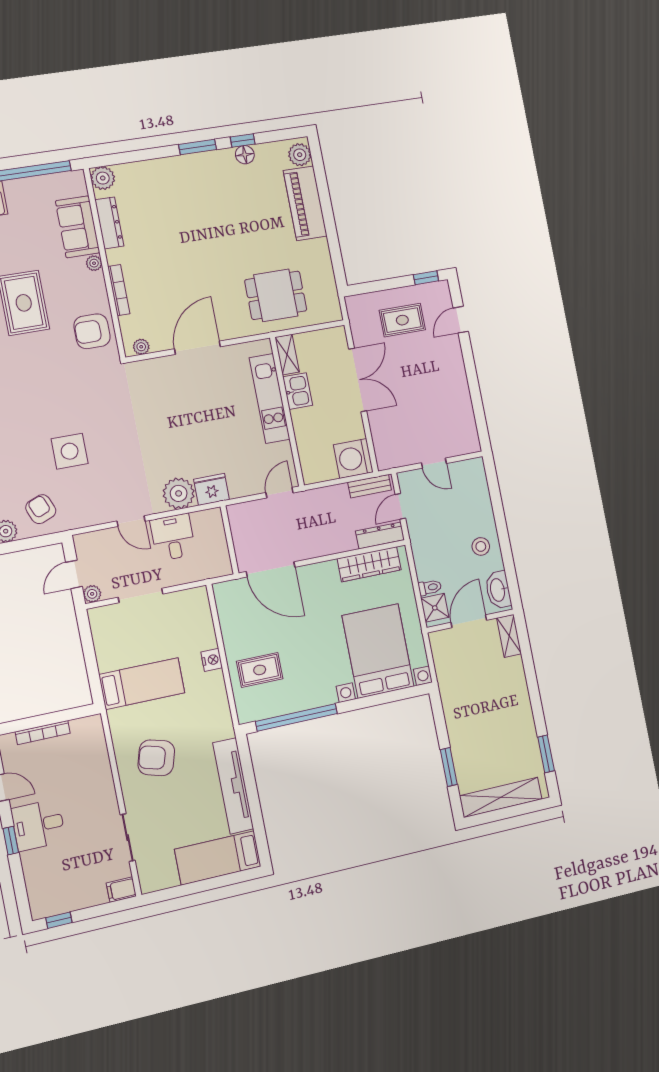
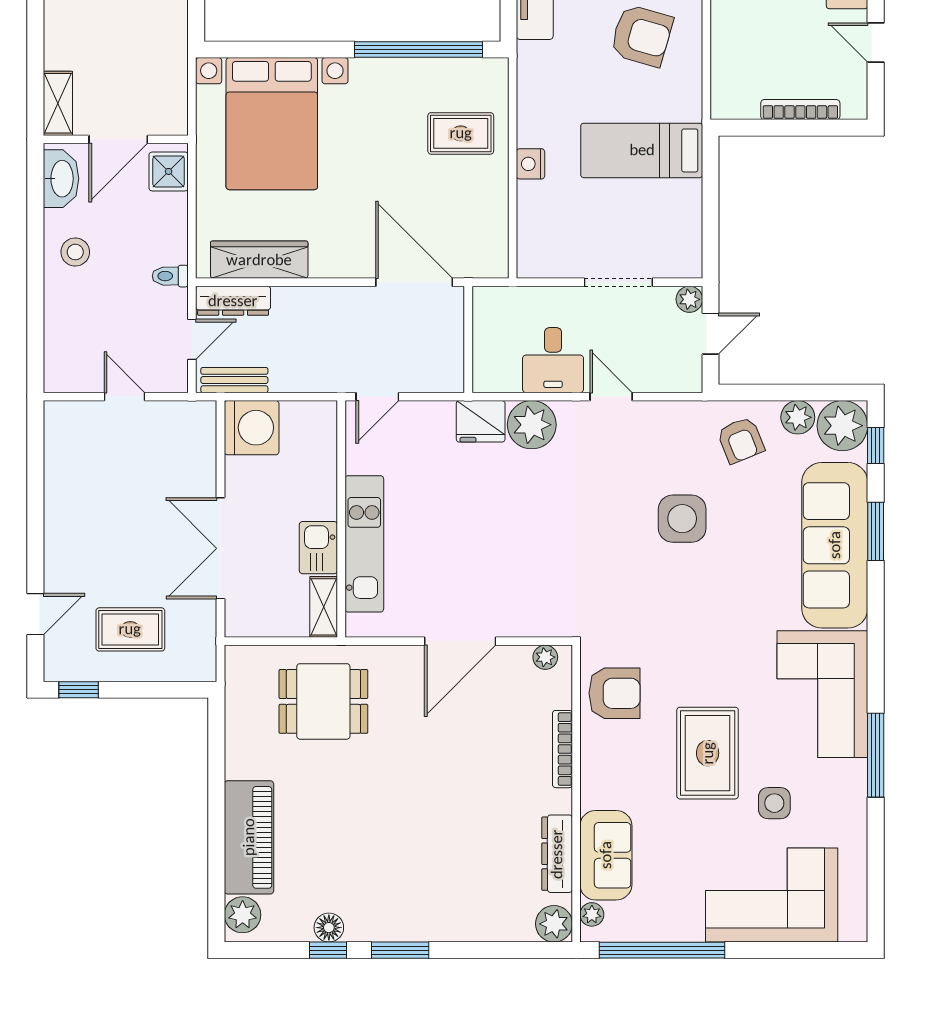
plant: (94, 263) -> (592, 914), moved
toilet: (430, 587) -> (170, 276), moved

